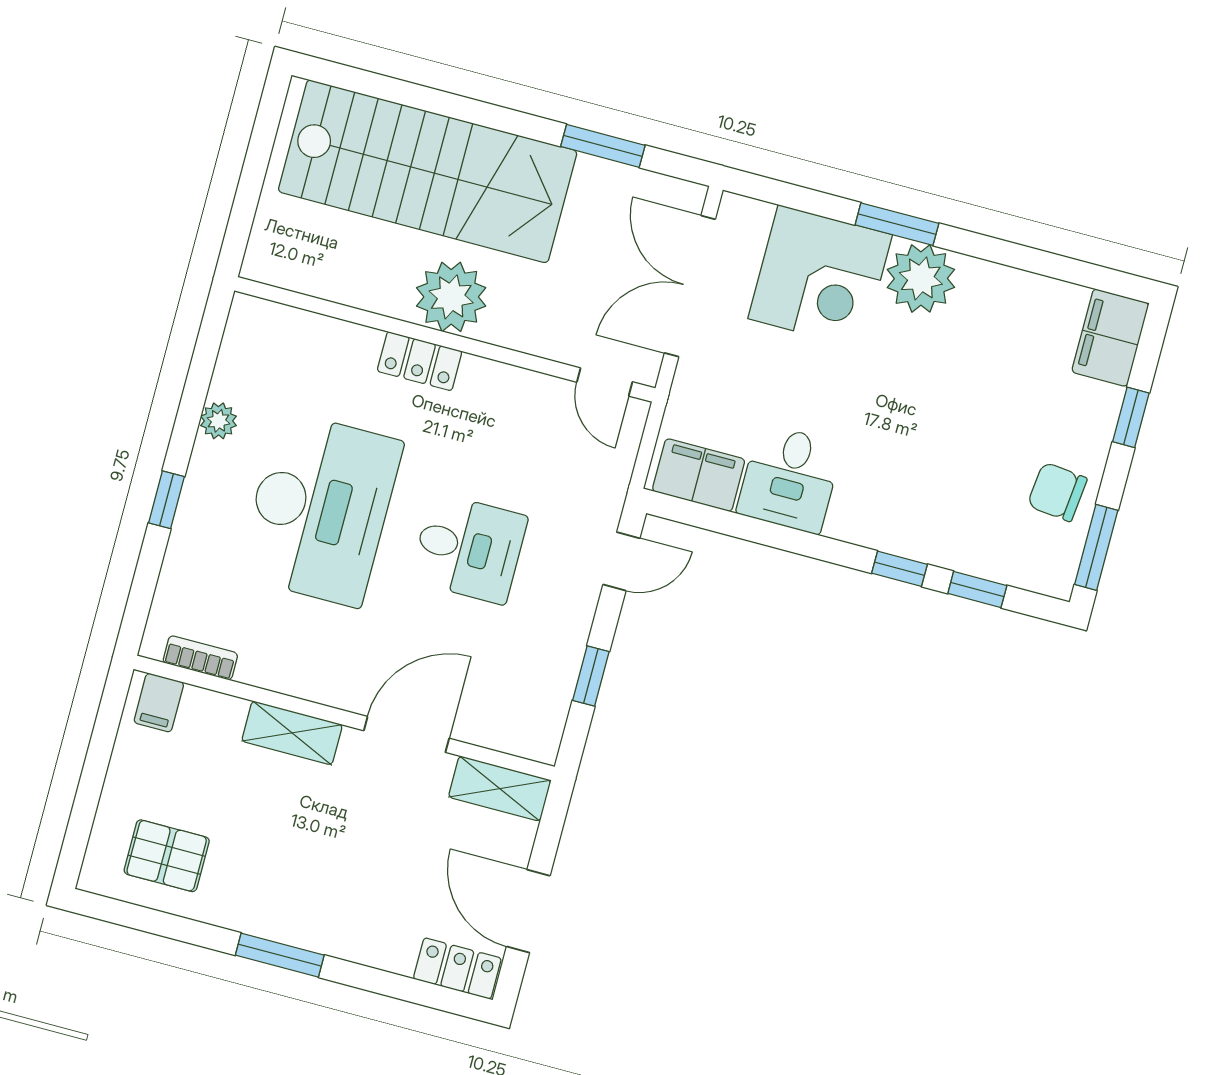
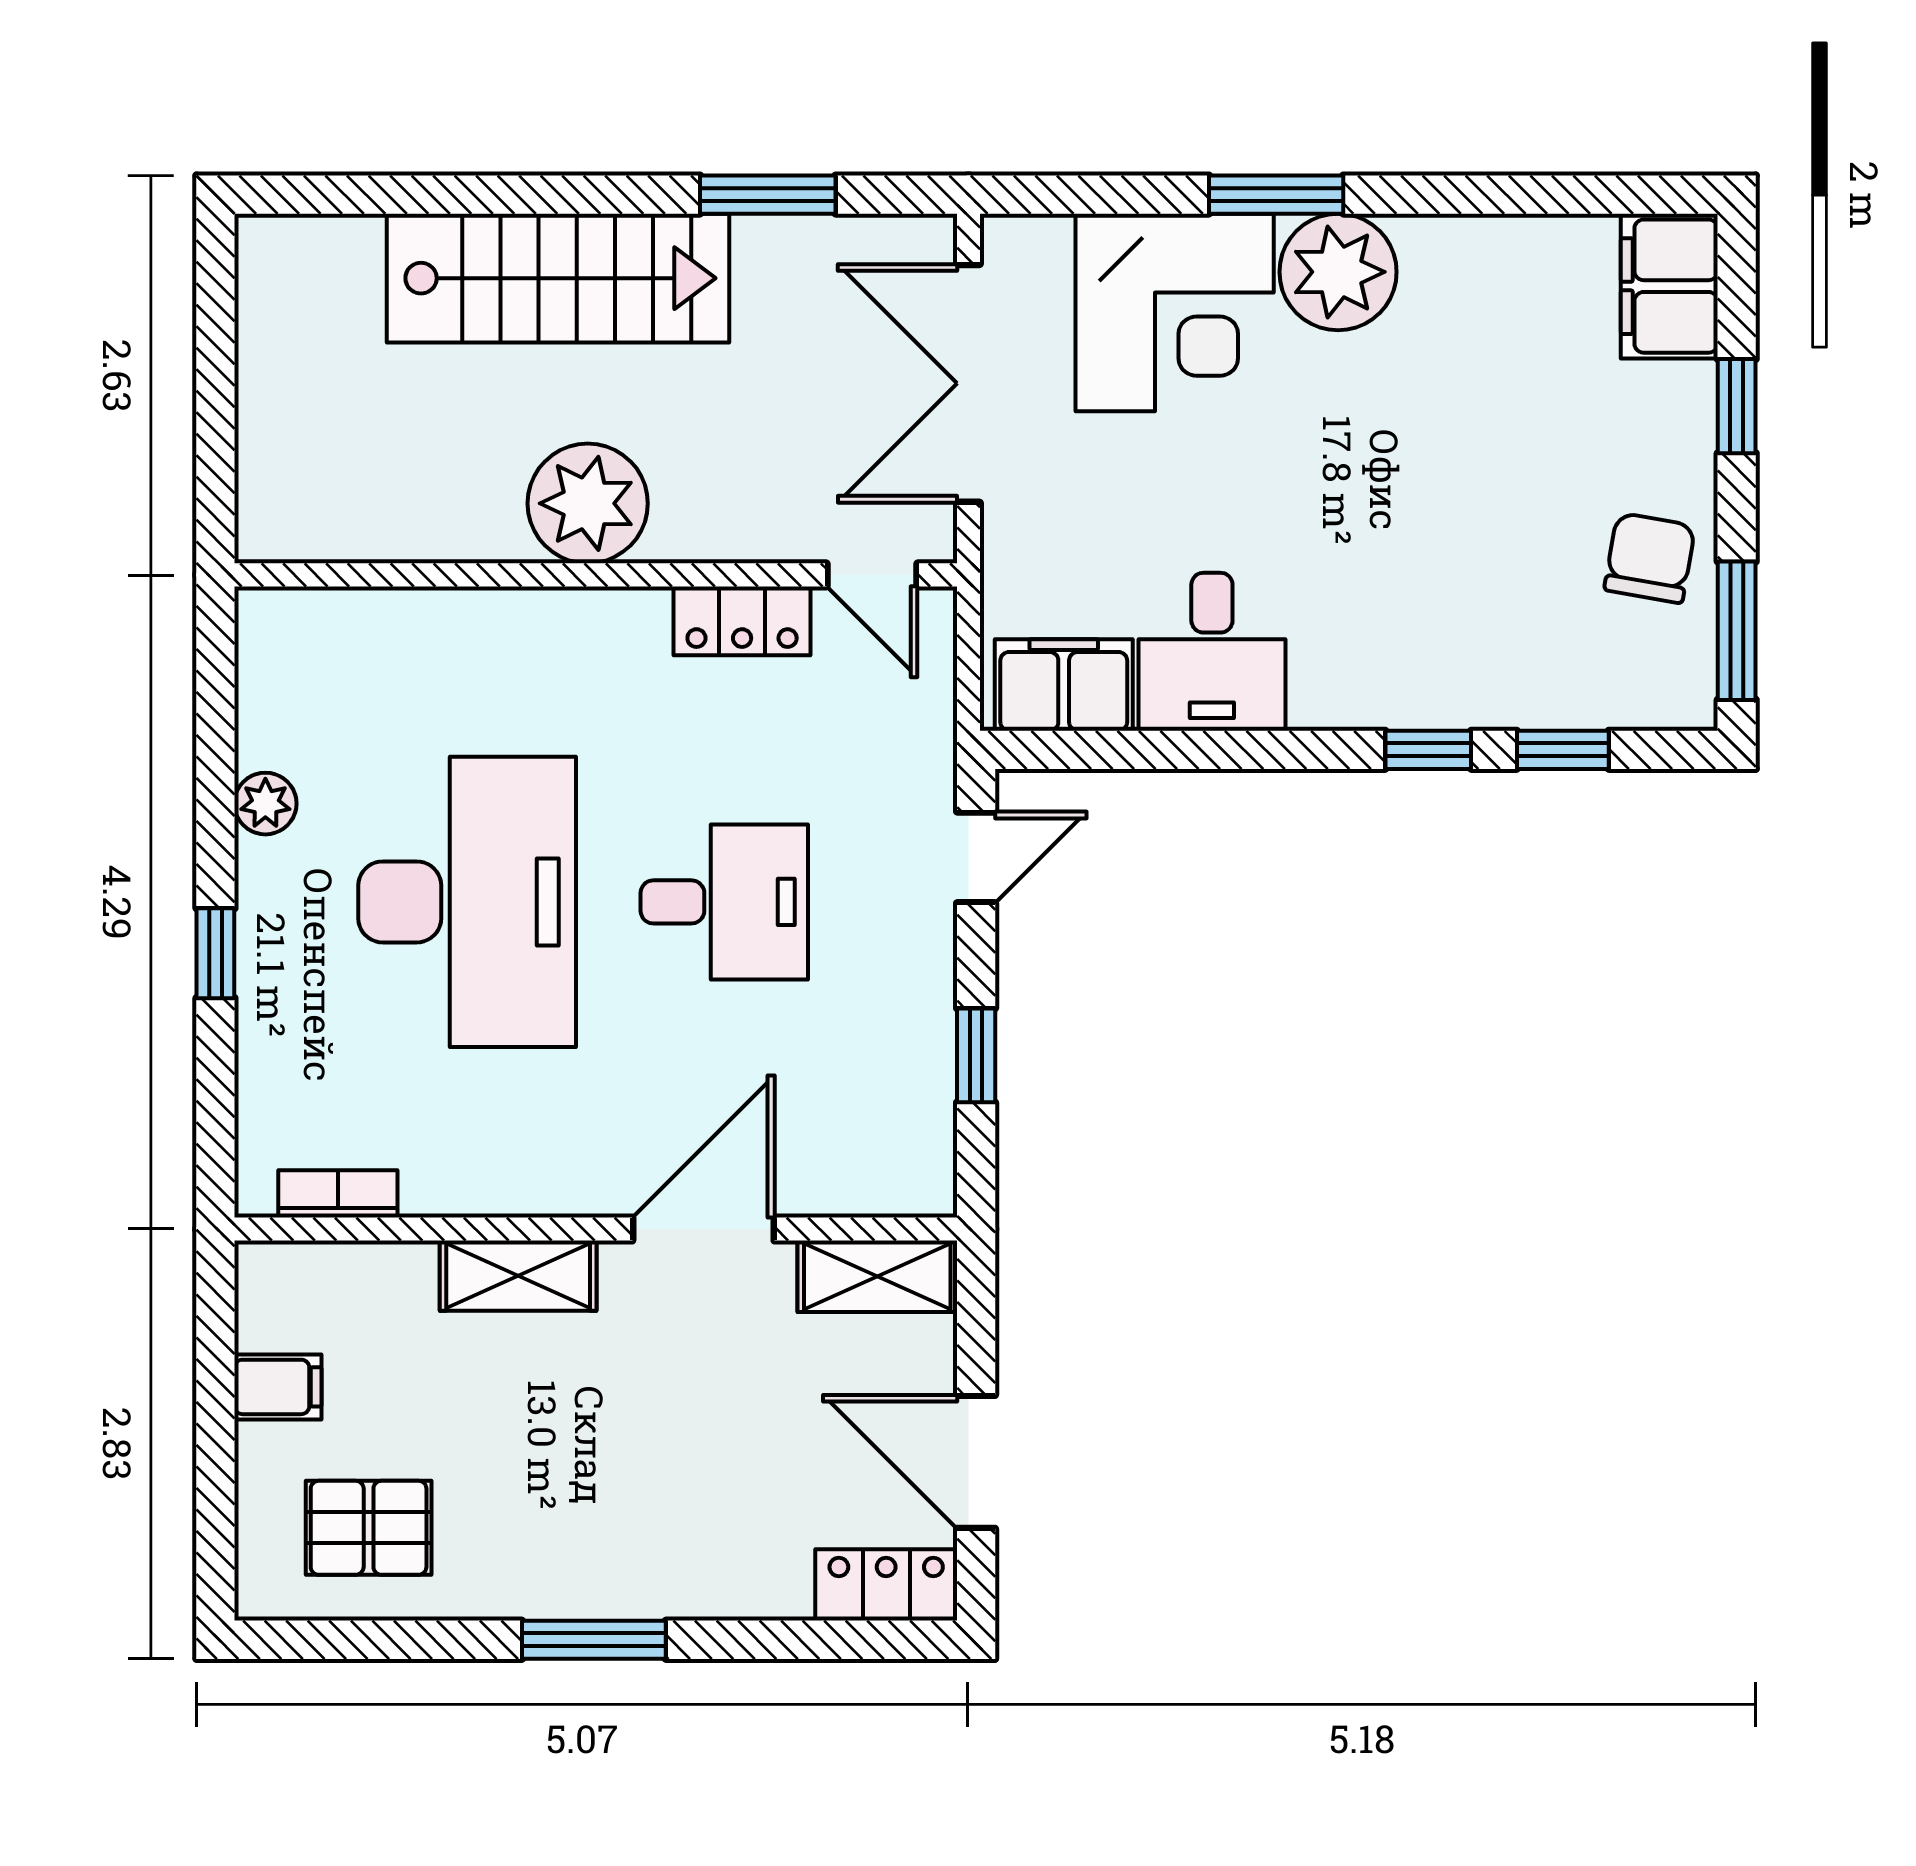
stairs: (428, 171) -> (558, 278), width x0.73, depth x0.66
locker: (420, 361) -> (742, 621), moved
chair: (1057, 492) -> (1650, 558), turned 94
filing cabinet: (159, 703) -> (278, 1387), moved, turned -90

